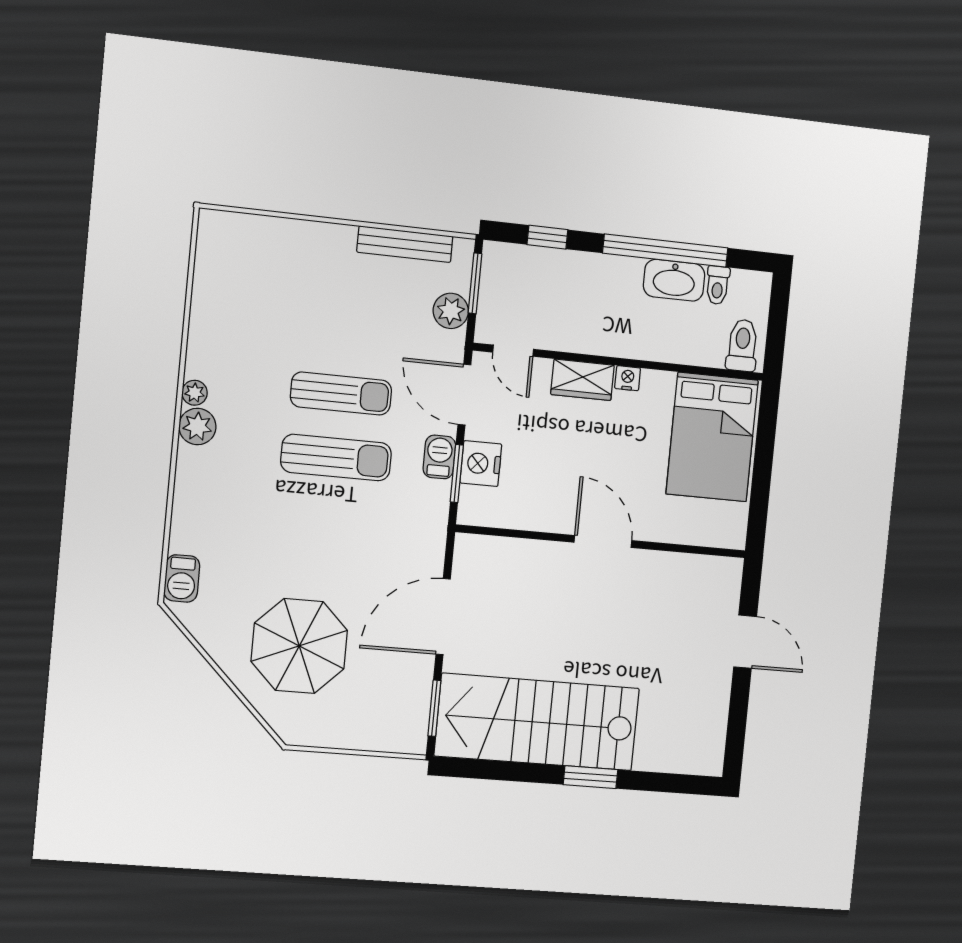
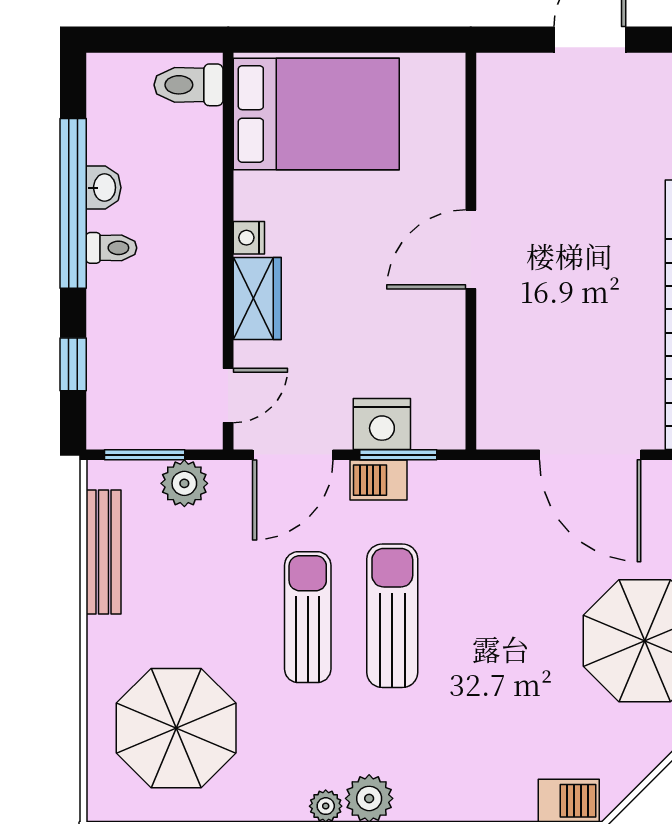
washbasin: (674, 280) -> (104, 188), width x0.52, depth x0.69
parasol: (265, 285) -> (176, 728), added
toilet: (718, 285) -> (111, 248), moved

